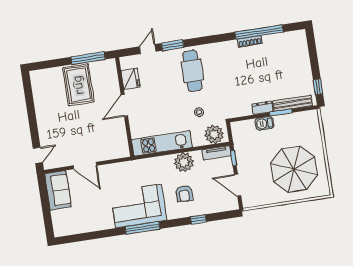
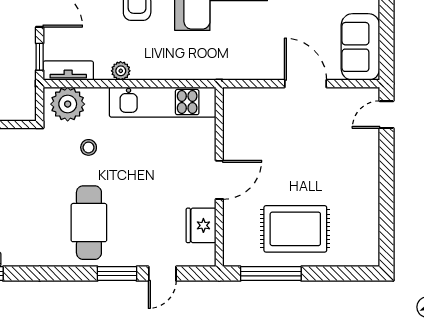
rug: (78, 85) -> (295, 229), turned 90
plant: (184, 162) -> (121, 71), width x0.53, depth x0.53

